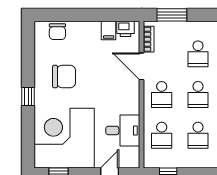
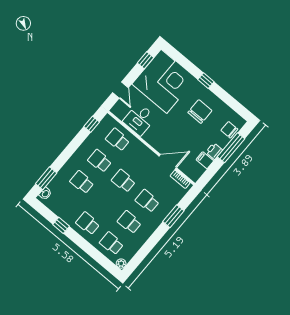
window: (74, 15) -> (231, 148), added
window: (172, 15) -> (173, 216), moved
printer: (125, 29) -> (214, 151), moved
chair: (64, 77) -> (200, 112), turned 180
school desk: (162, 95) -> (141, 160), removed

